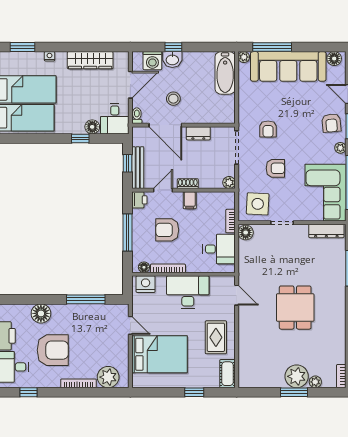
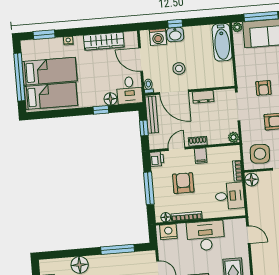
door: (130, 85) -> (141, 60), swing flipped
bench: (138, 168) -> (152, 115), moved
armchair: (167, 230) -> (183, 183), turned 90

